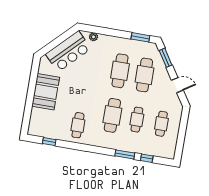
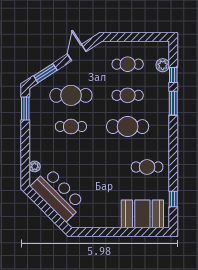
cafe table: (120, 71) -> (71, 127), width x0.73, depth x0.74
booth: (46, 92) -> (142, 214), moved
plant: (156, 151) -> (163, 65), added

